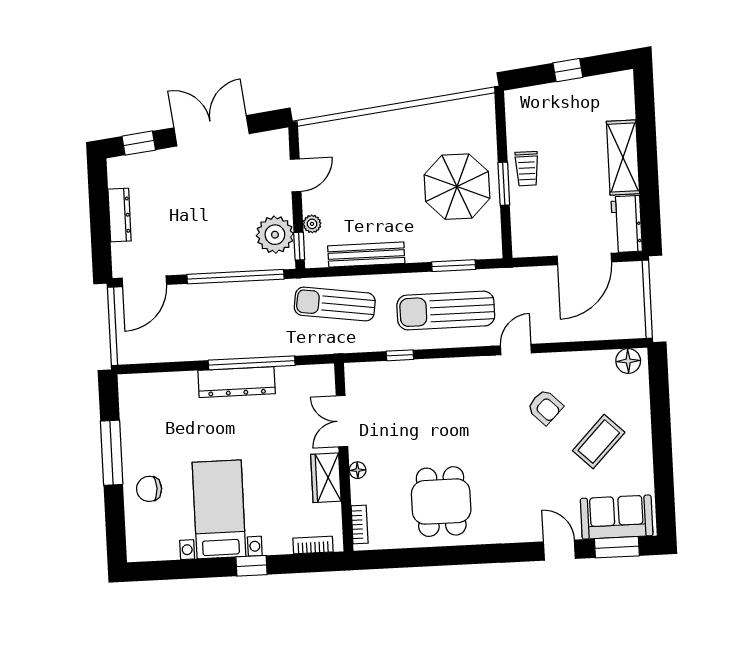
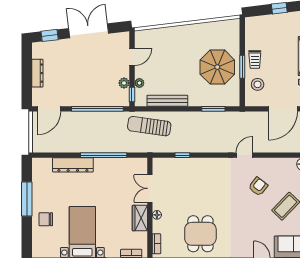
stool: (534, 215) -> (258, 84), added
plant: (275, 235) -> (124, 83), width x0.53, depth x0.53
sun lounger: (446, 311) -> (208, 133), removed
dresser: (237, 382) -> (73, 165), moved
armchair: (545, 407) -> (258, 186), turned -97

